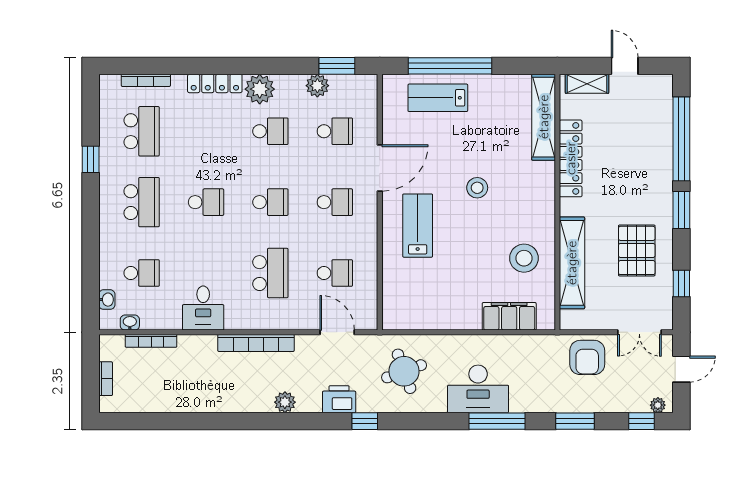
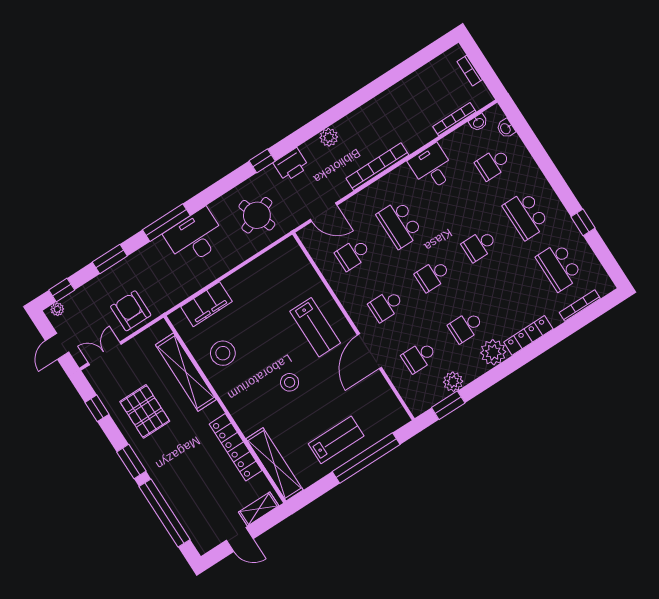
lab bench: (438, 98) -> (336, 440), moved

